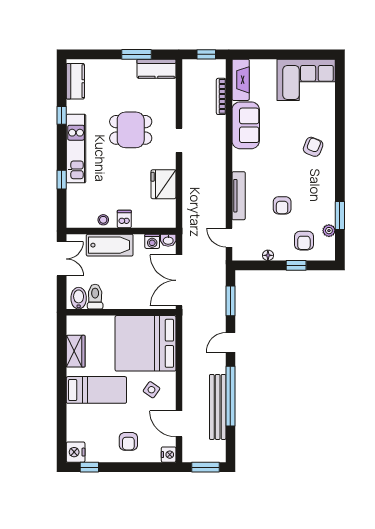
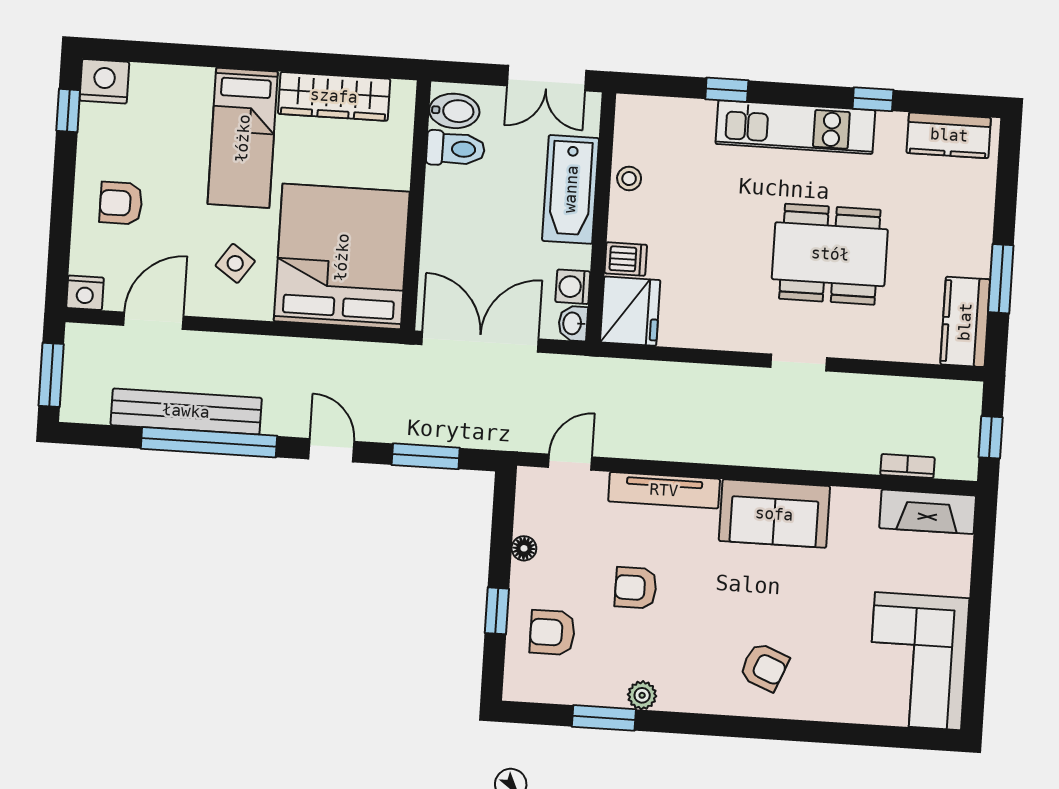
bookcase: (221, 96) -> (907, 466), width x0.64
sofa: (246, 125) -> (774, 514), moved
dining table: (131, 130) -> (830, 254), width x1.38
fridge: (163, 184) -> (630, 311), moved, turned 90
dishwasher: (124, 219) -> (626, 259), moved
plant: (329, 231) -> (642, 695), moved
wardrobe: (76, 351) -> (334, 96), width x1.50

